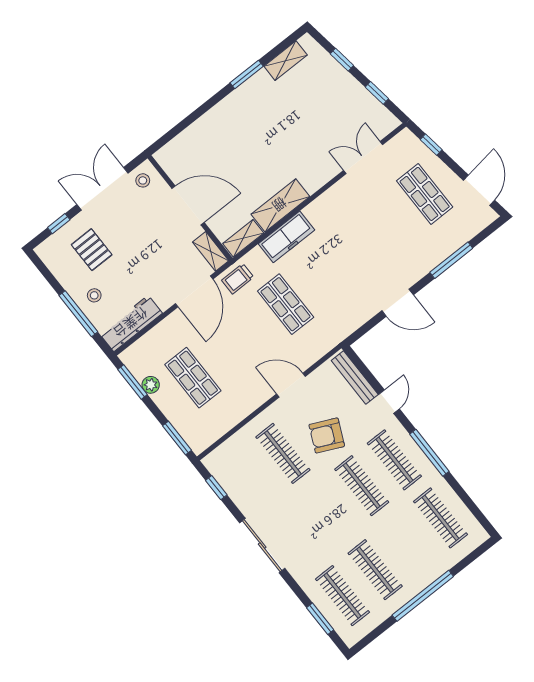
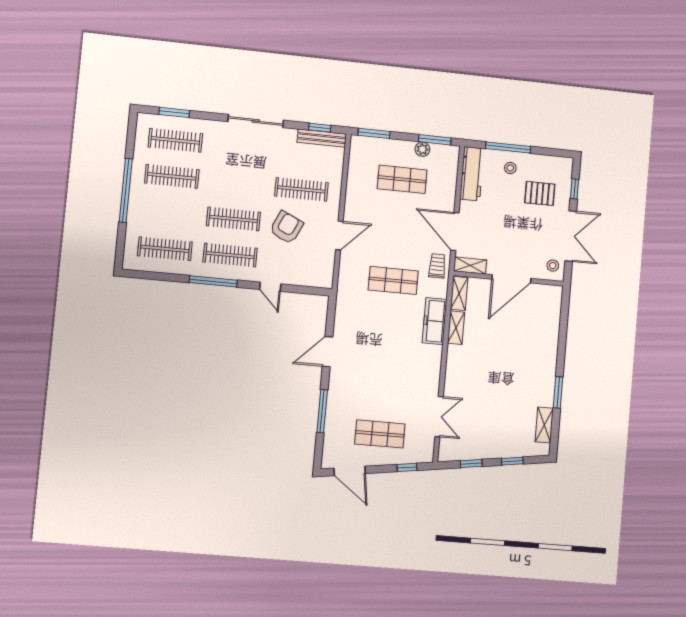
shelving: (280, 205) -> (456, 328), width x0.67, depth x0.75
bench: (355, 378) -> (322, 138), moved

